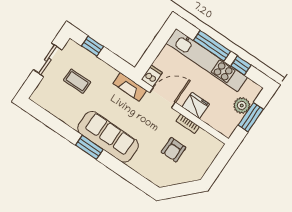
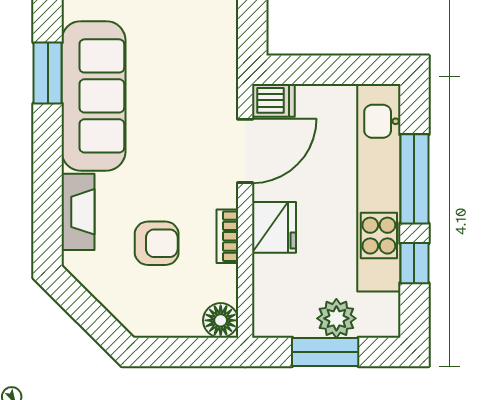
fireplace: (130, 87) -> (78, 212), moved, turned 180
door: (163, 98) -> (245, 151), hinge flipped
floor lamp: (215, 146) -> (221, 320), added
armchair: (174, 150) -> (157, 243), turned 180

